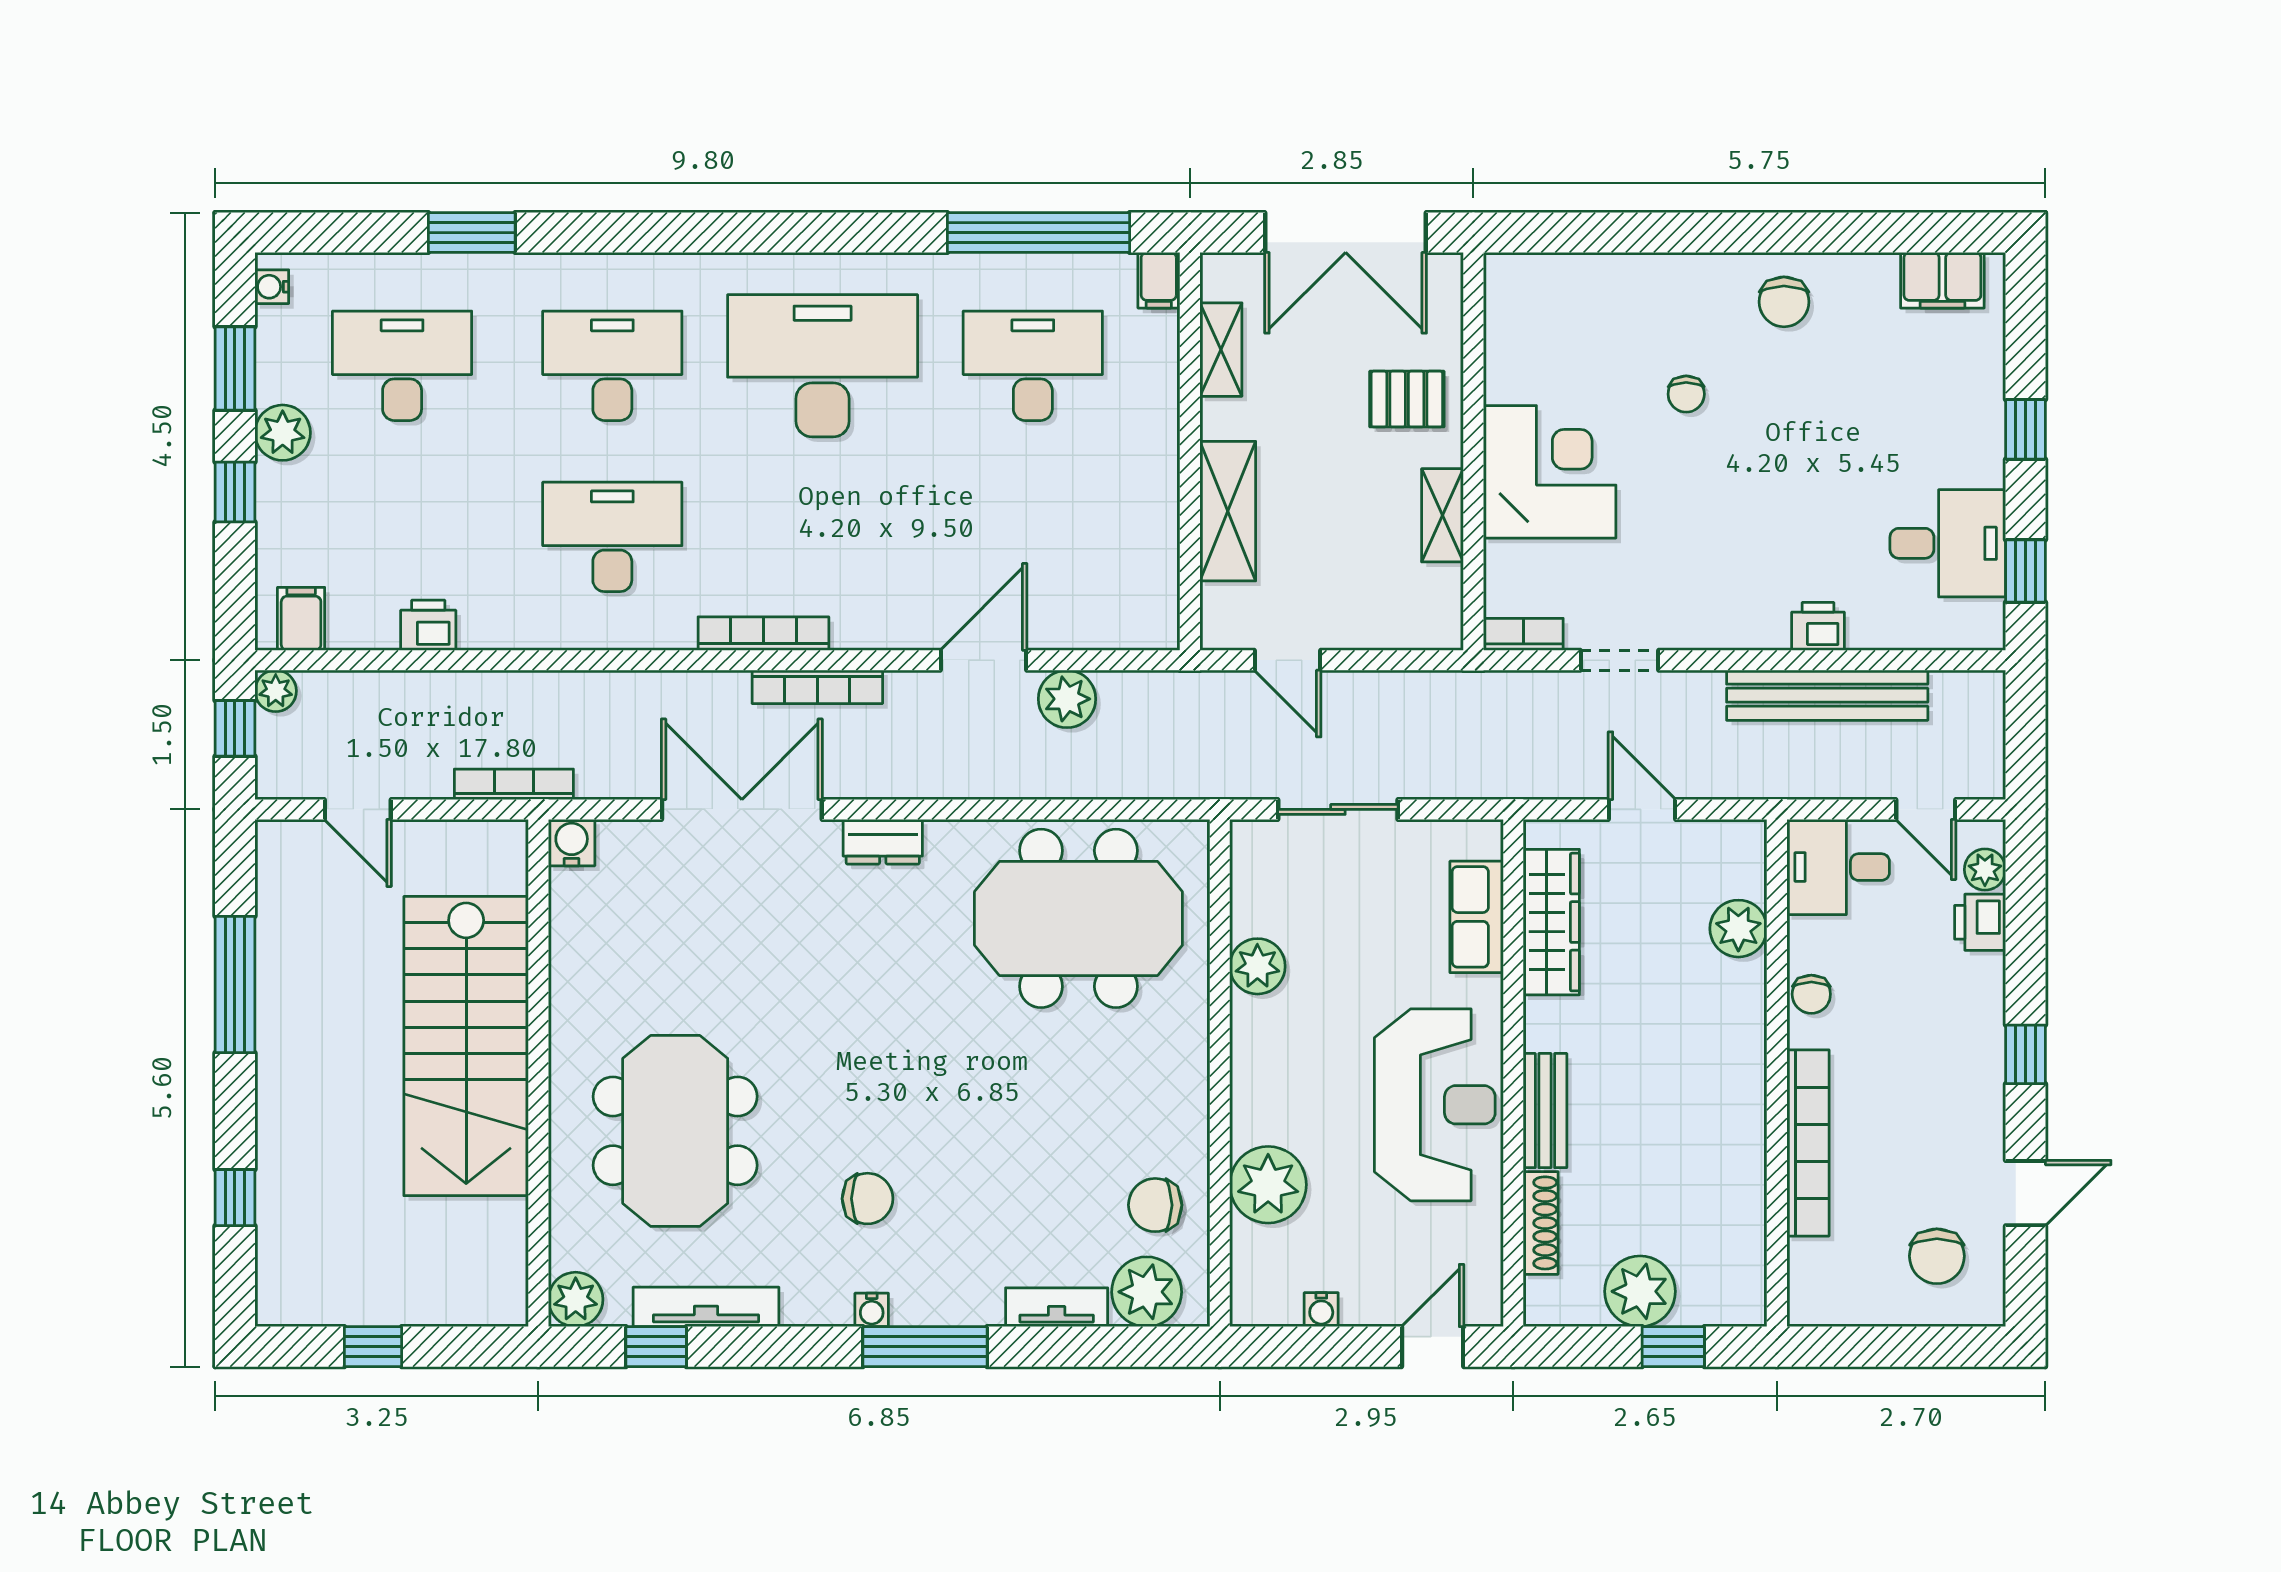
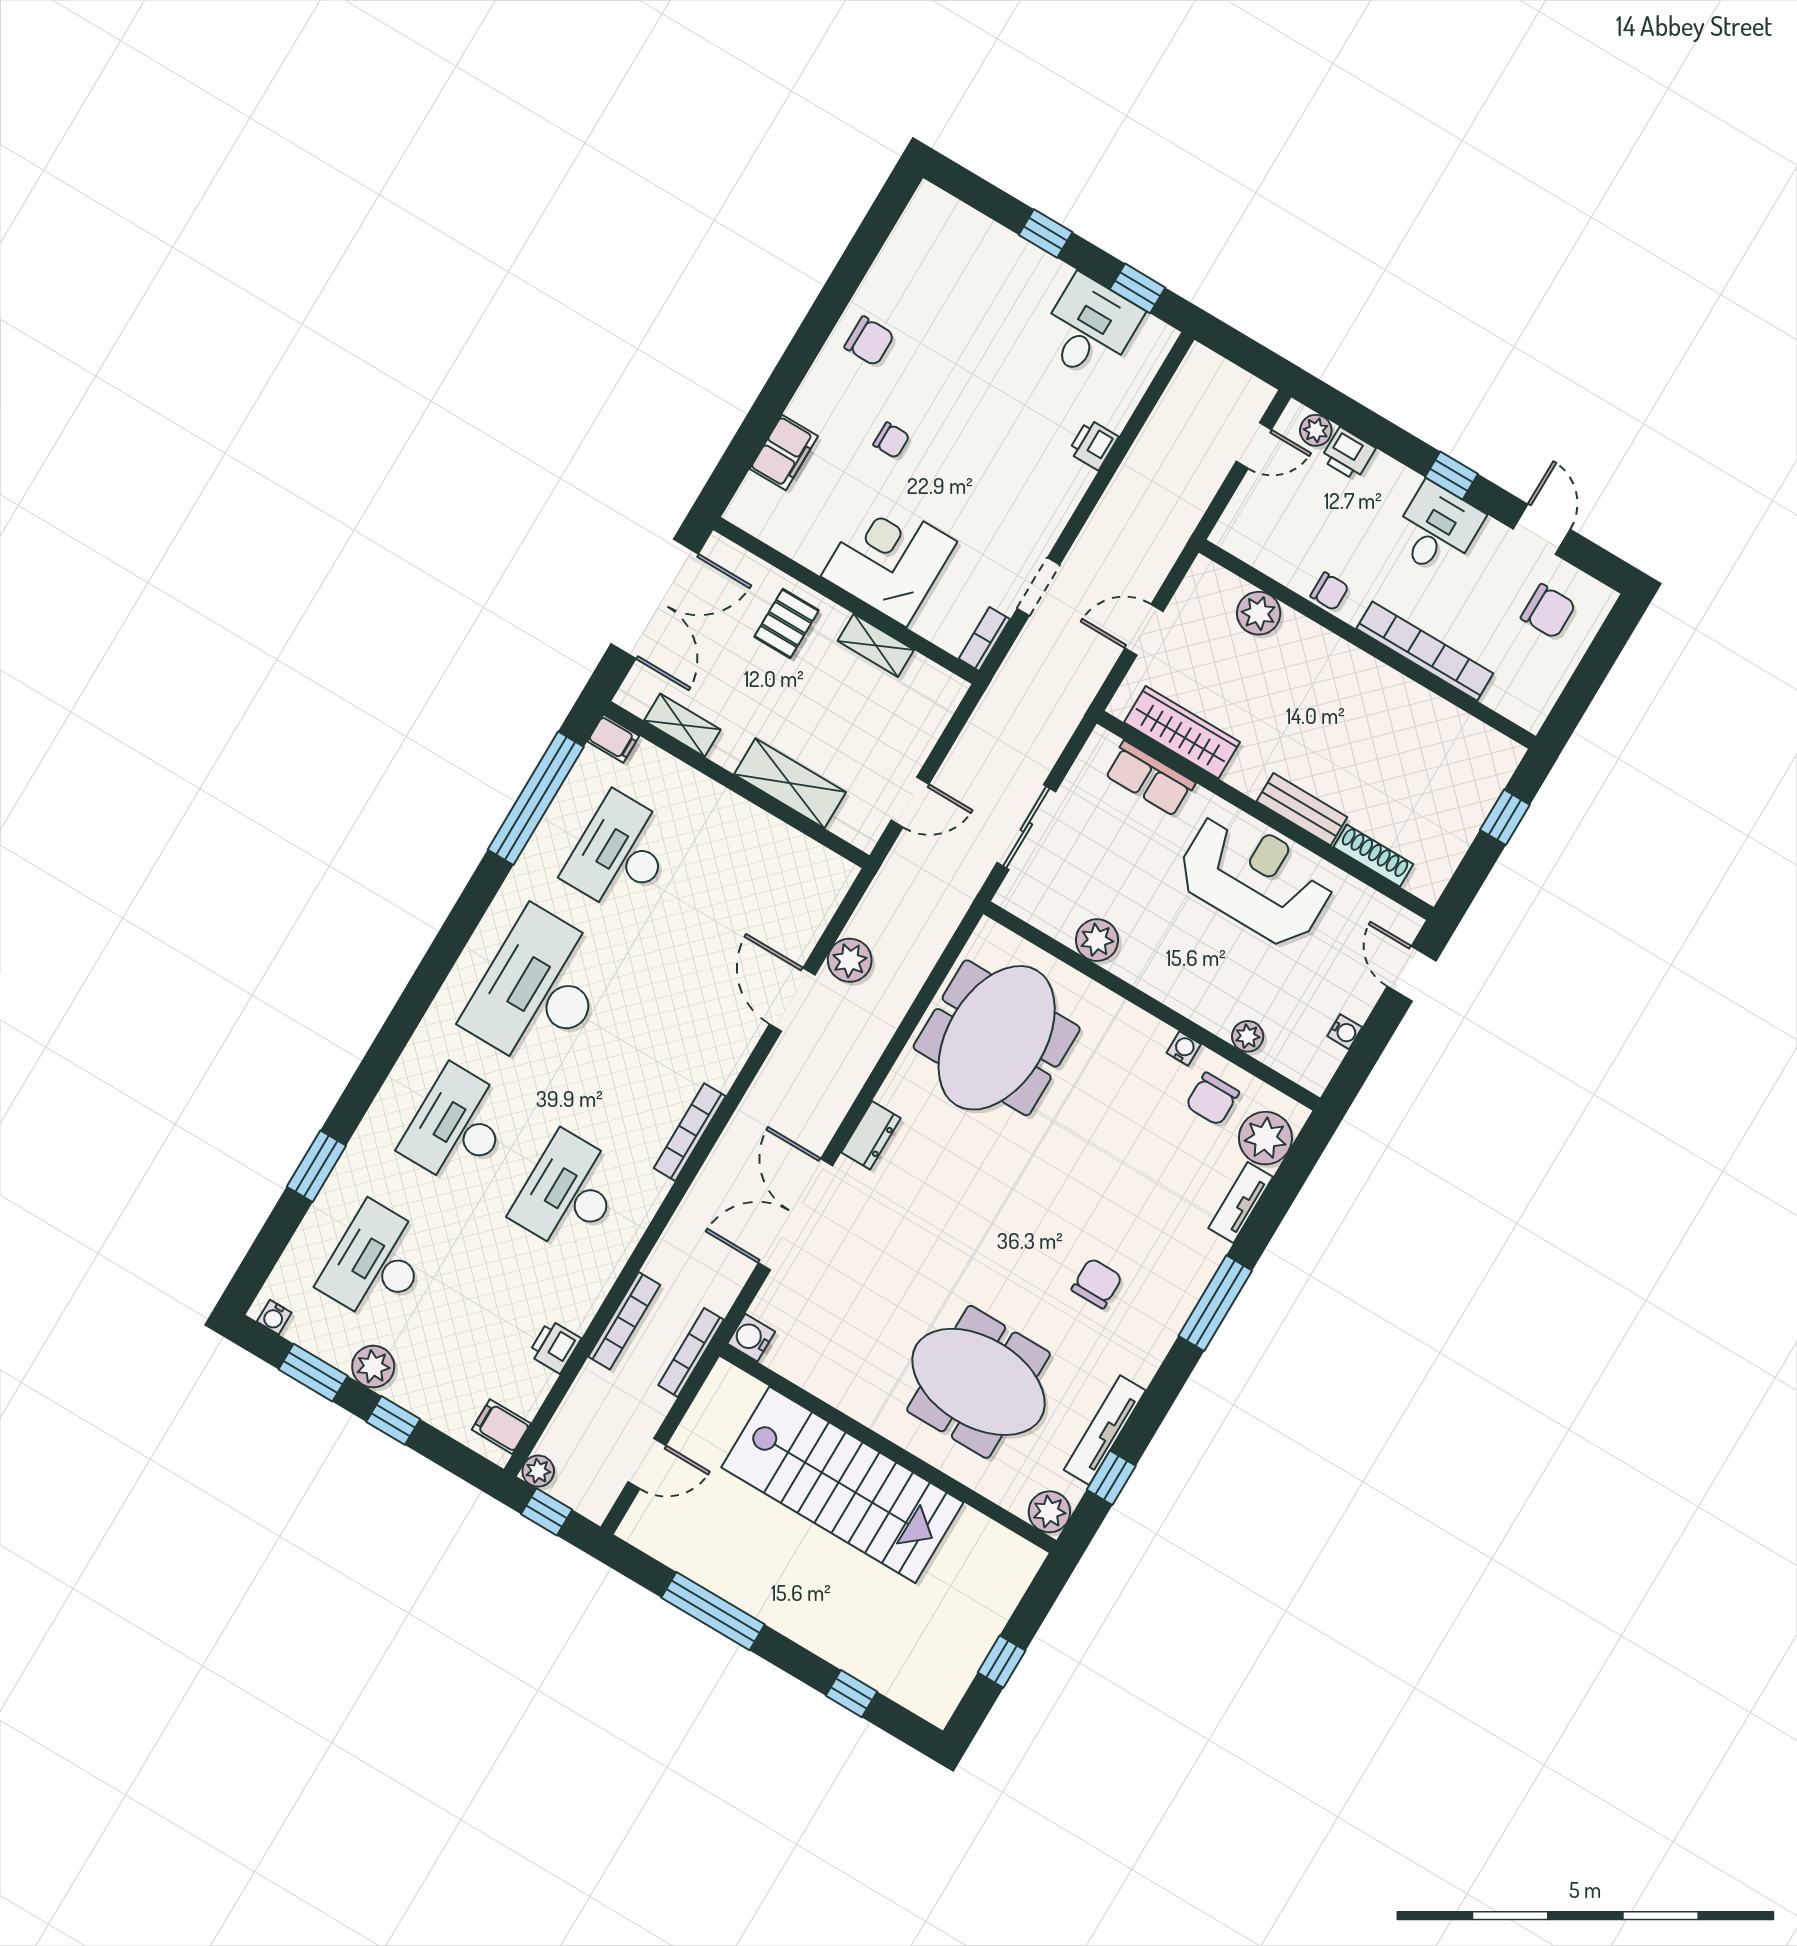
filing cabinet: (1942, 280) -> (784, 453), moved
bookcase: (817, 687) -> (624, 1321), moved
bench: (1827, 695) -> (1141, 465), removed
desk: (1838, 867) -> (1437, 530), moved, turned 180
plant: (1268, 1185) -> (1248, 1036), width x0.53, depth x0.53
plant: (1640, 1291) -> (1456, 818), removed
water cooler: (872, 1310) -> (1184, 1049), moved, turned -90

